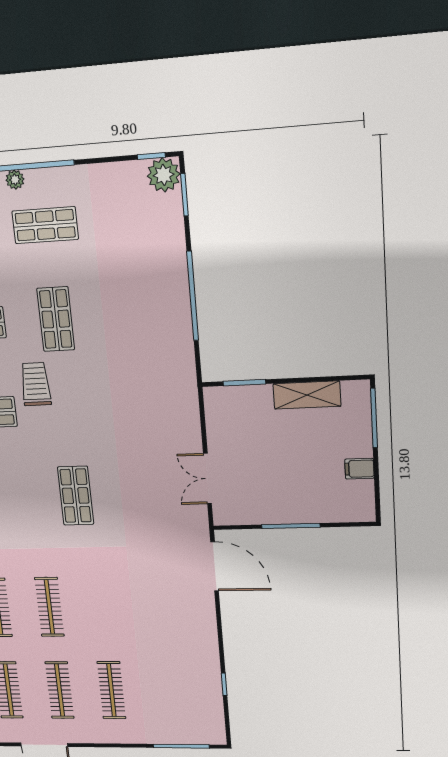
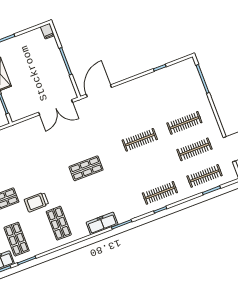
filing cabinet: (359, 469) -> (47, 31), moved
double door: (207, 479) -> (56, 107), width x1.37
clothes rail: (49, 607) -> (140, 140), moved

